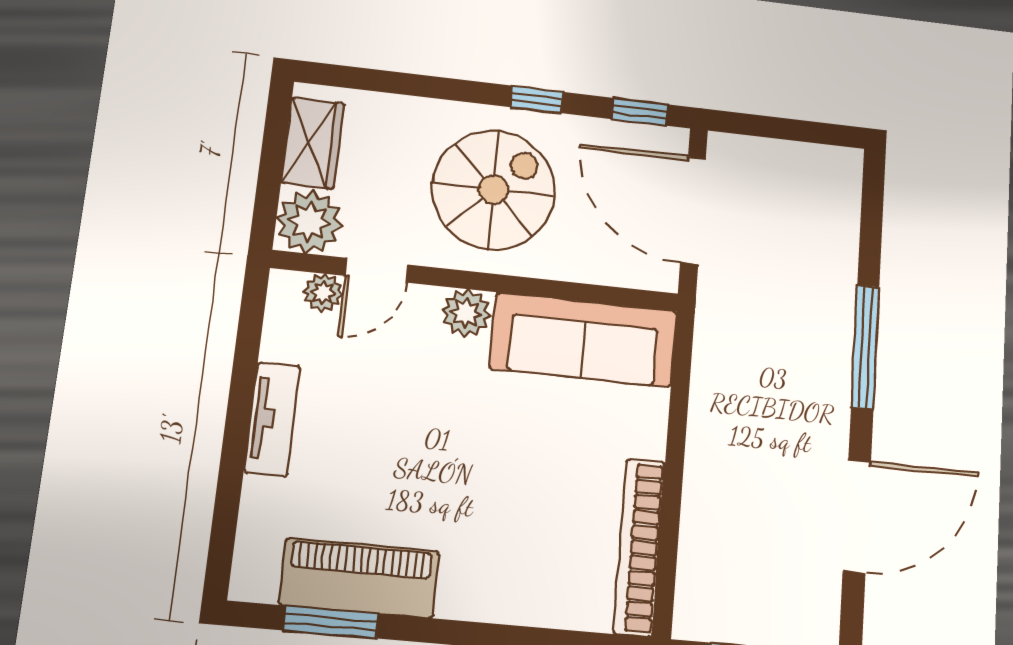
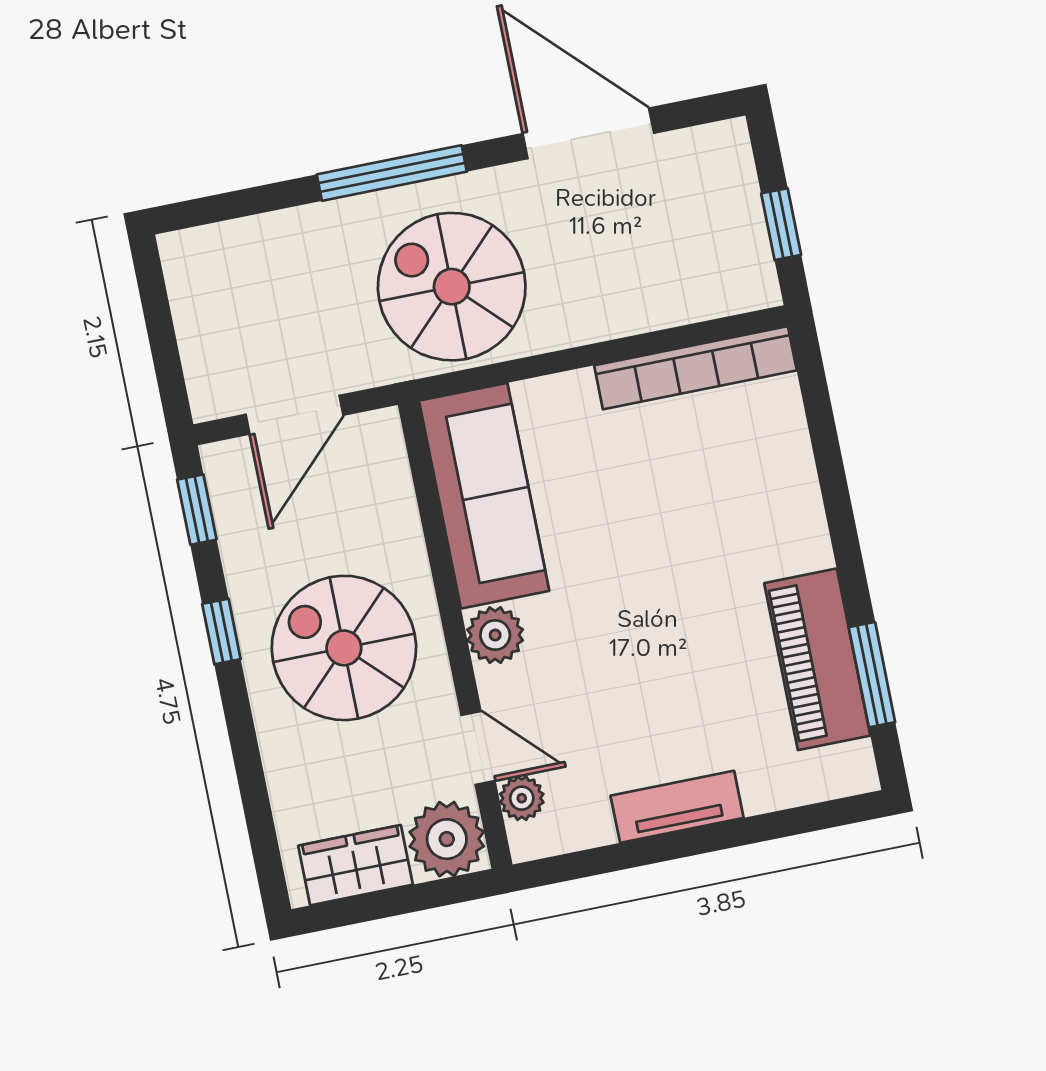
door: (693, 210) -> (295, 415), width x0.73
spiral stairs: (762, 366) -> (452, 287), added

